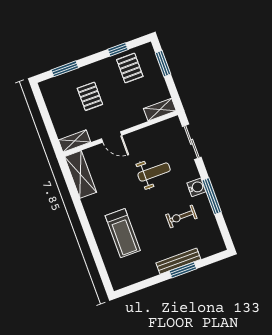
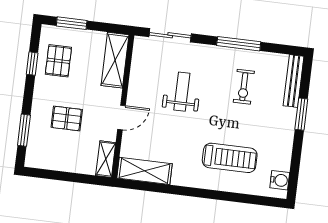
pallet: (130, 68) -> (58, 61), turned 90
shelving: (160, 110) -> (115, 60), width x1.50, depth x1.33
water cooler: (196, 187) -> (280, 180), moved, turned 90
bench: (178, 261) -> (294, 81), moved

